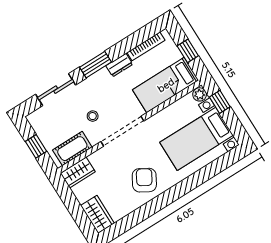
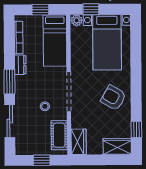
window: (126, 223) -> (136, 129), added

